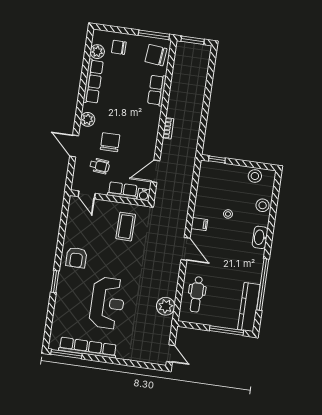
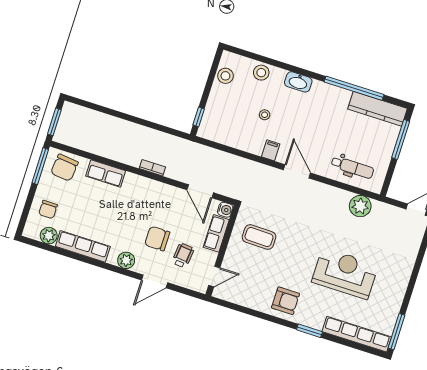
door: (185, 249) -> (297, 171), hinge flipped
row of seats: (88, 348) -> (357, 334), moved, turned 90

